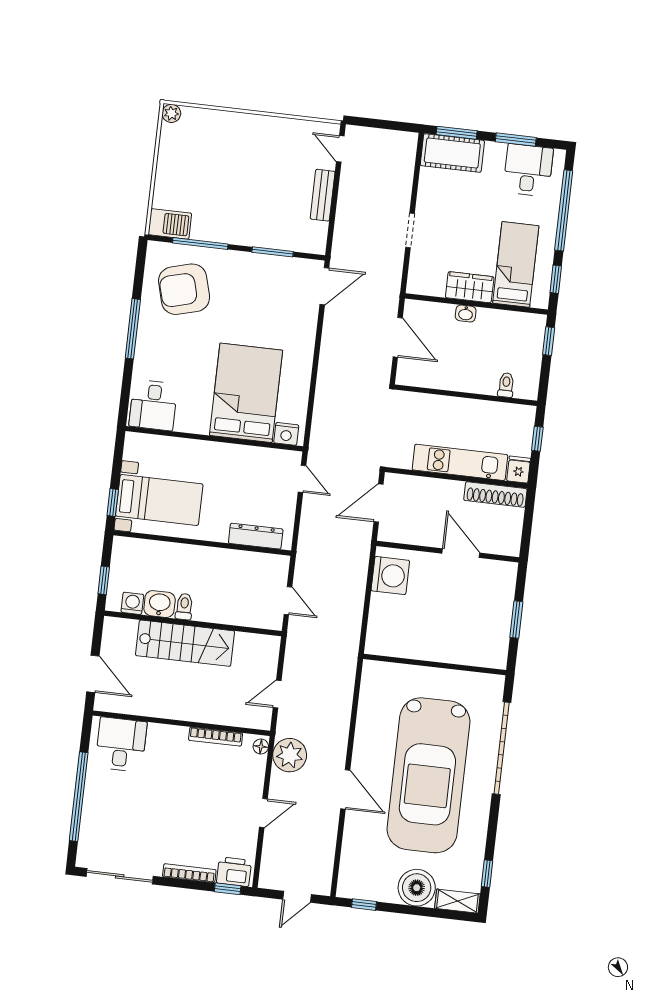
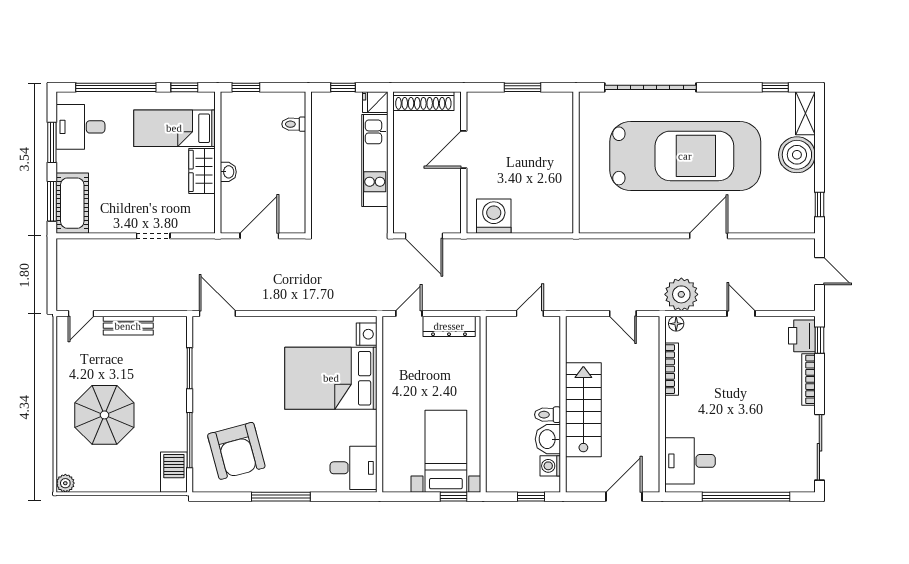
parasol: (236, 161) -> (104, 415), added
shoe rack: (495, 495) -> (423, 101), moved, turned 90
dresser: (256, 536) -> (449, 326), moved, turned -90

